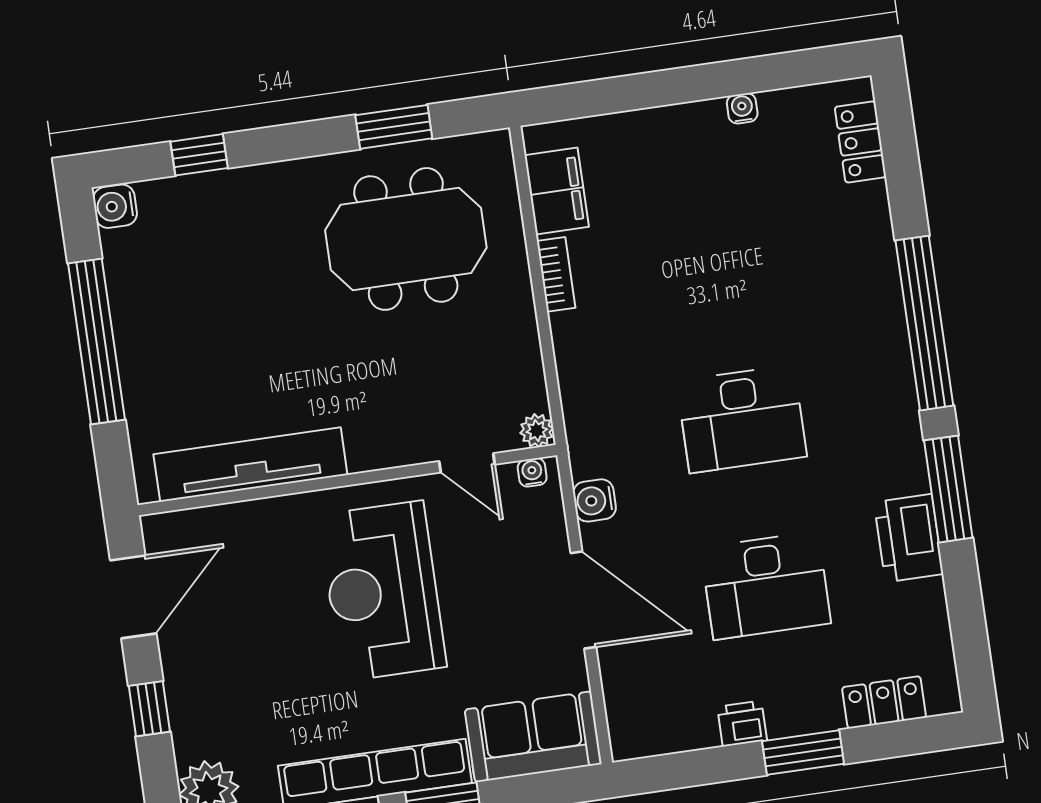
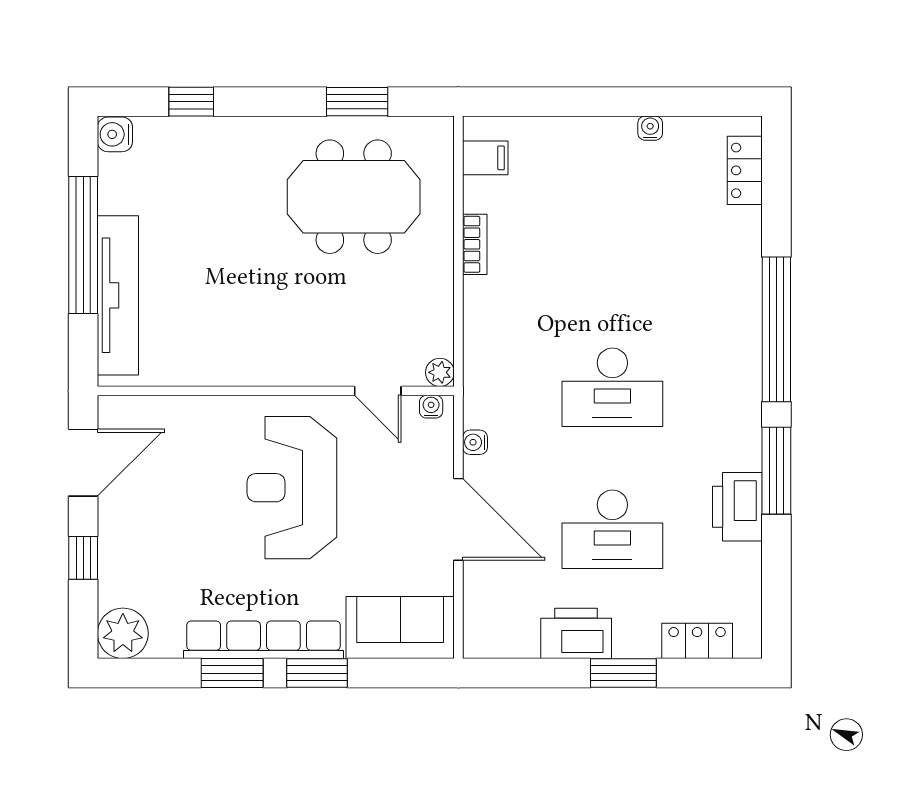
filing cabinet: (557, 191) -> (485, 158), width x0.50
tv unit: (250, 464) -> (118, 295), moved, turned 90
water cooler: (595, 500) -> (475, 442), width x0.72, depth x0.72
printer: (742, 724) -> (576, 633), width x1.87, depth x1.48

